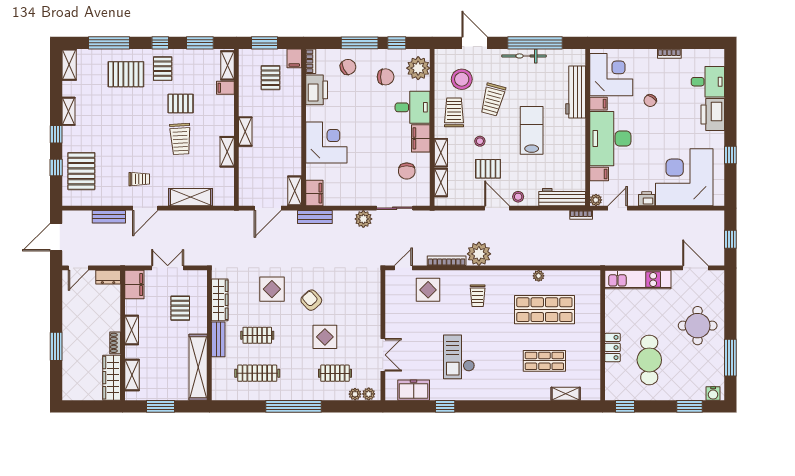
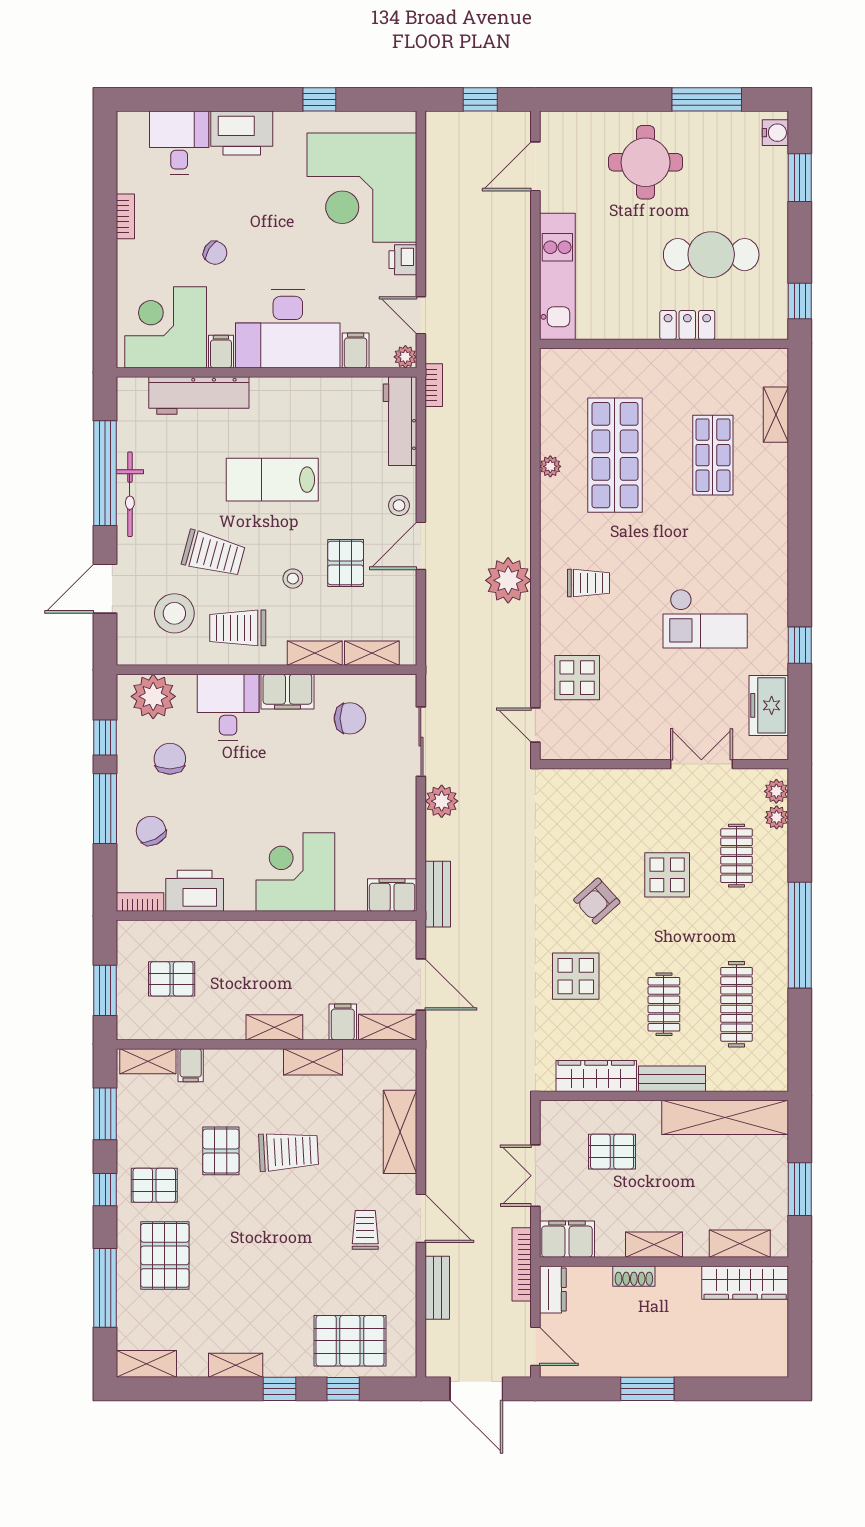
filing cabinet: (294, 58) -> (343, 1022), moved, turned -90
shelving: (295, 191) -> (387, 1027), moved
bookcase: (447, 261) -> (522, 1264), moved
shoe rack: (115, 343) -> (634, 1276), moved
window: (56, 346) -> (647, 1389), moved

